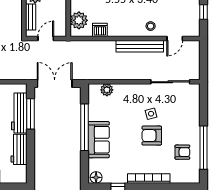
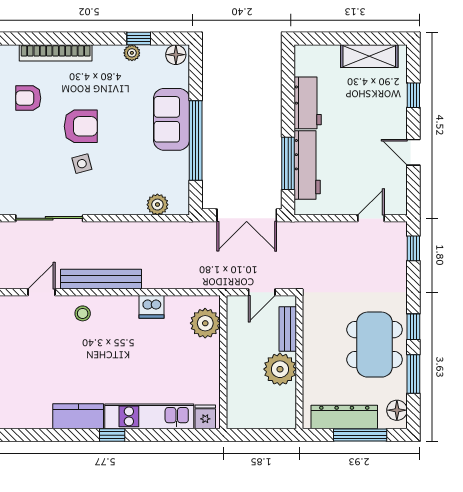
dishwasher: (100, 30) -> (152, 307), moved
plant: (122, 179) -> (132, 53), added
bookcase: (149, 179) -> (56, 53), moved

